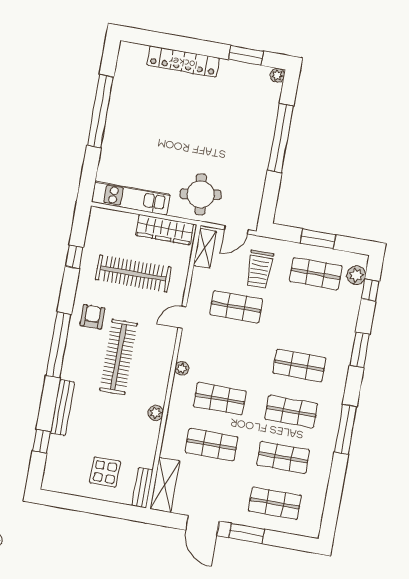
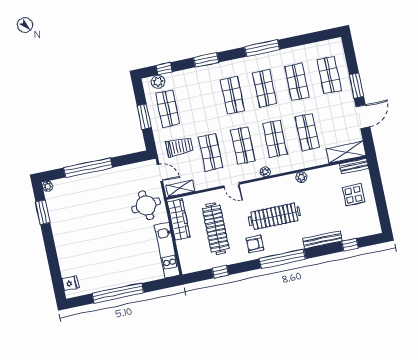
fridge: (138, 54) -> (70, 283), added
locker: (183, 61) -> (63, 252), removed
shop shelf: (228, 353) -> (243, 146), added

